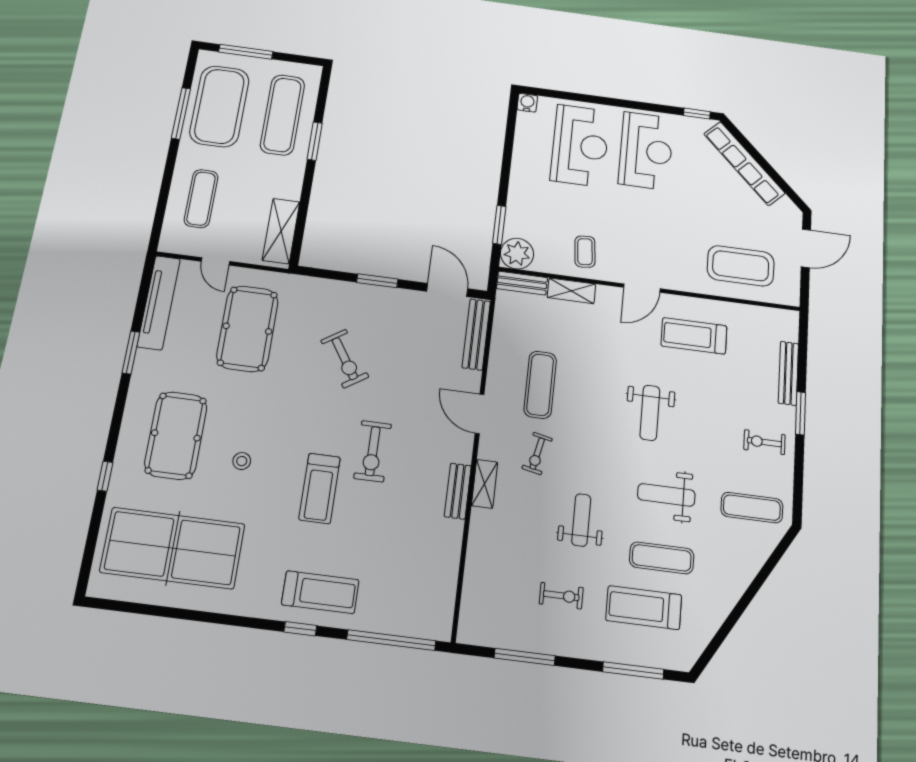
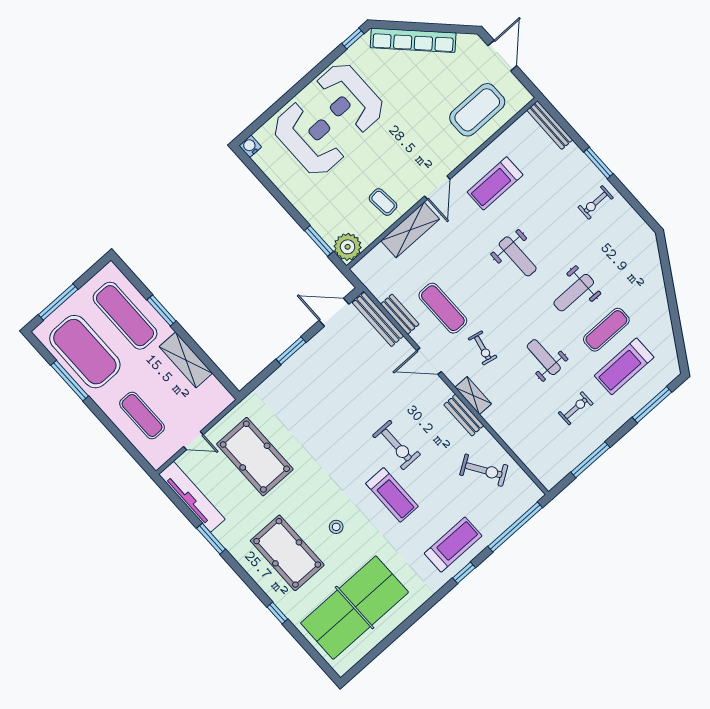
reception desk: (646, 151) -> (350, 98), turned 180
shelving: (281, 231) -> (186, 360), moved
bench: (522, 283) -> (400, 314), moved, turned 90
shelving: (571, 291) -> (410, 230), width x1.50, depth x1.33
exercise bike: (345, 359) -> (484, 470), moved
bench: (788, 373) -> (550, 125), moved
exercise mat: (752, 508) -> (626, 248), removed

